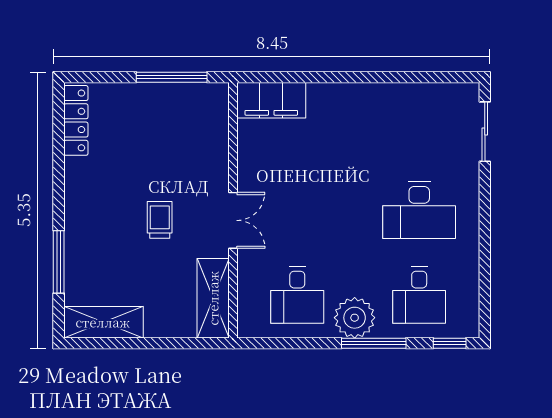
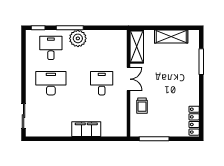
filing cabinet: (271, 100) -> (86, 129), moved
trolley: (160, 220) -> (142, 106), moved
double door: (233, 220) -> (129, 79), swing flipped
desk: (297, 295) -> (102, 83), moved
shelving: (103, 322) -> (171, 36), moved

